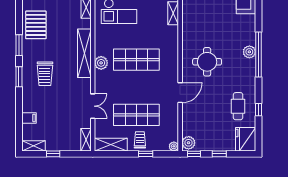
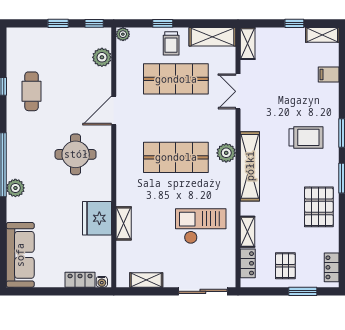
plant: (249, 52) -> (15, 188), moved
trolley: (45, 74) -> (306, 137), turned 90
fridge: (246, 139) -> (97, 218), moved, turned 180
plant: (189, 143) -> (102, 57), moved

